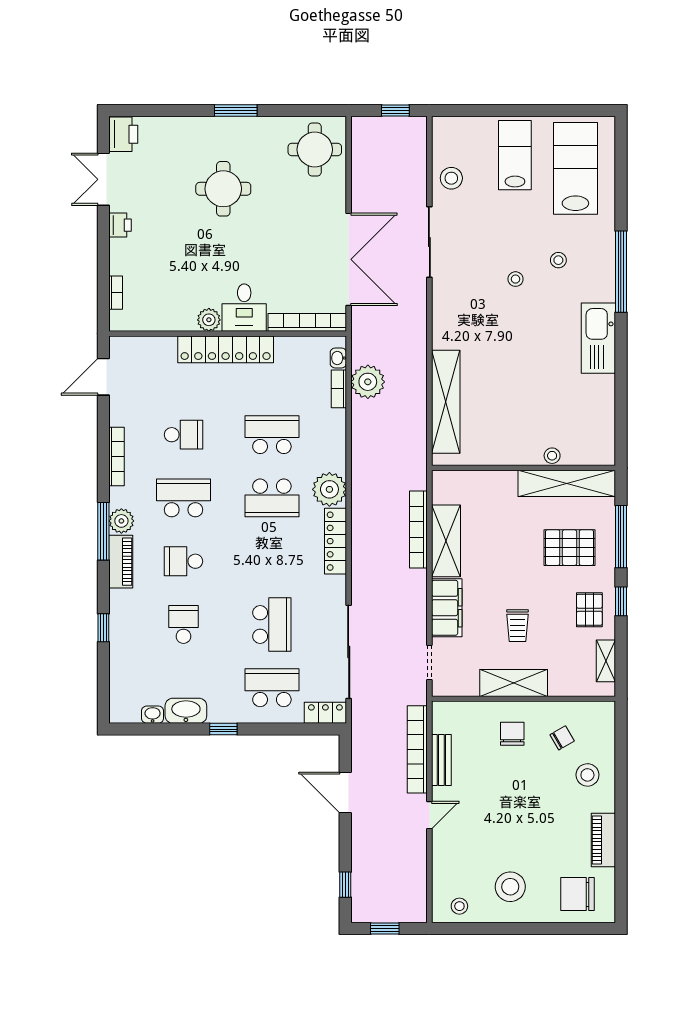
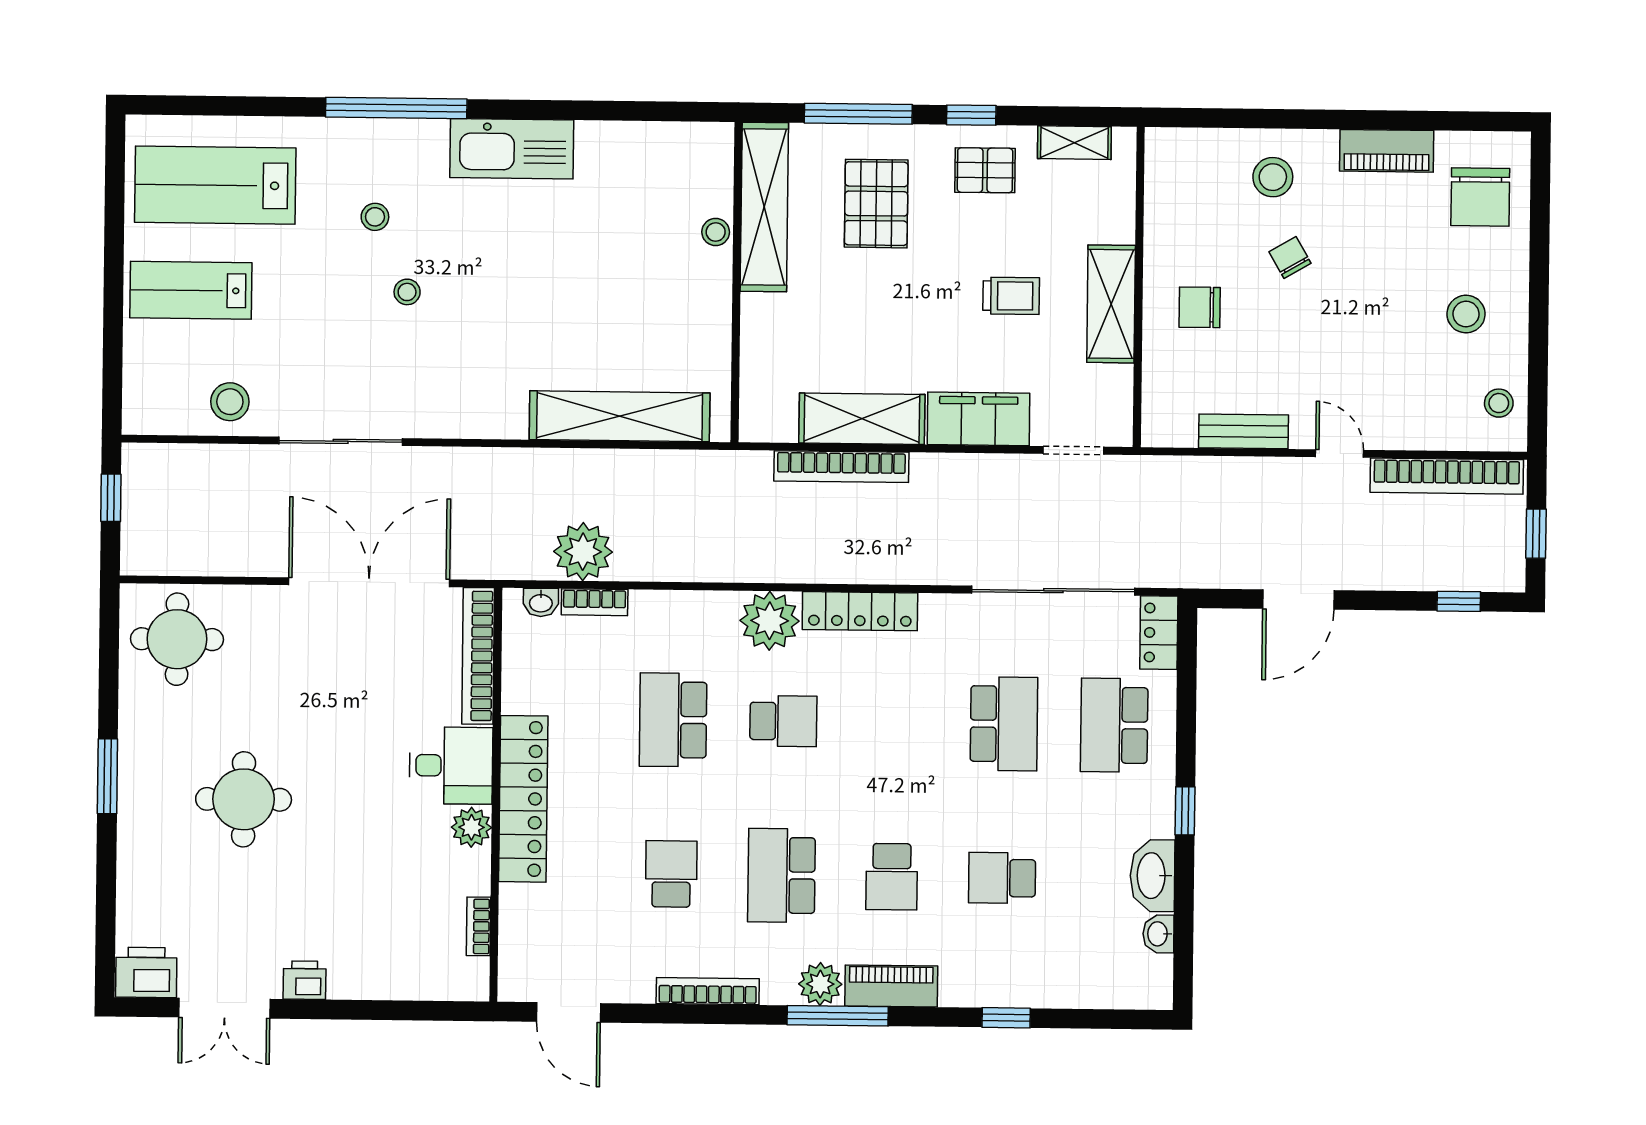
bookcase: (116, 293) -> (479, 926), moved, turned -90
school desk: (272, 498) -> (783, 721), width x0.54
school desk: (272, 624) -> (1004, 724), turned 90
chair: (562, 738) -> (1290, 257), moved
bookcase: (417, 749) -> (1447, 476), moved
stool: (510, 887) -> (1466, 314), width x0.73, depth x0.73

